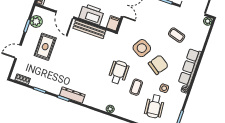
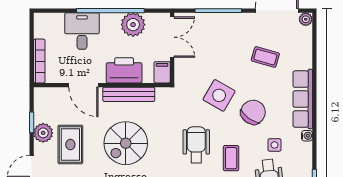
plant: (36, 21) -> (43, 133), moved
spiral stairs: (78, 57) -> (126, 143), added

